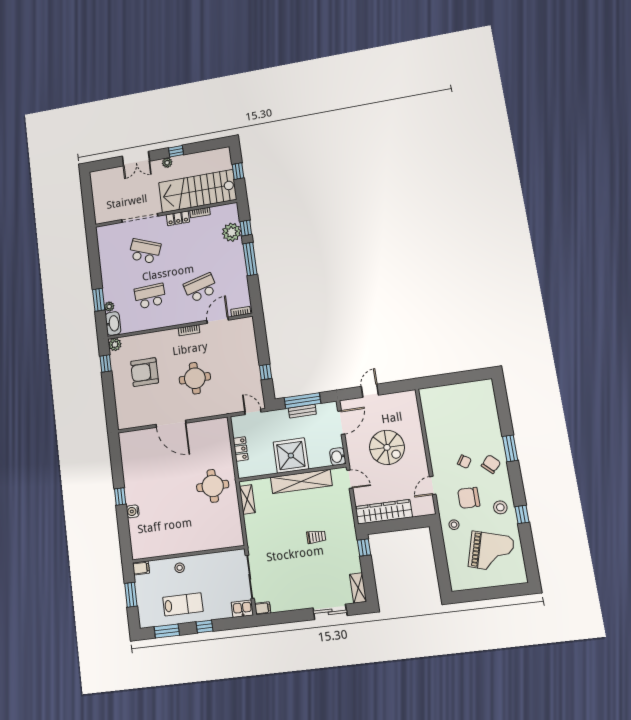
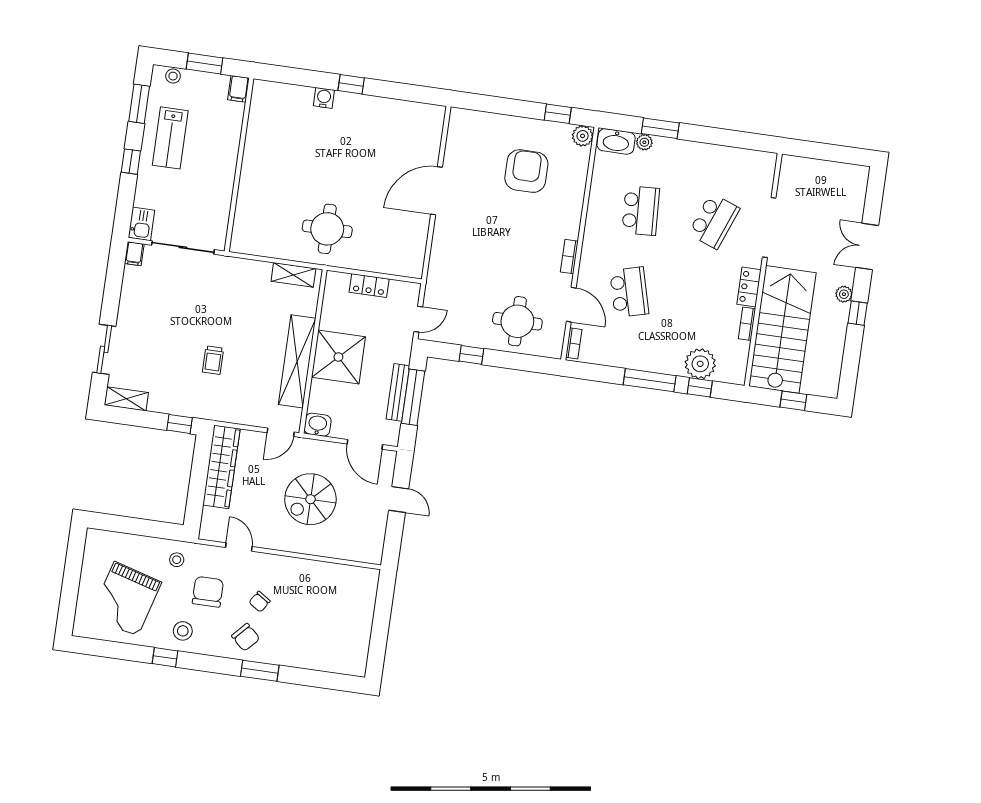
round table: (195, 378) -> (517, 321), moved
bench: (302, 411) -> (398, 392), width x1.36
stool: (180, 568) -> (173, 76), moved

